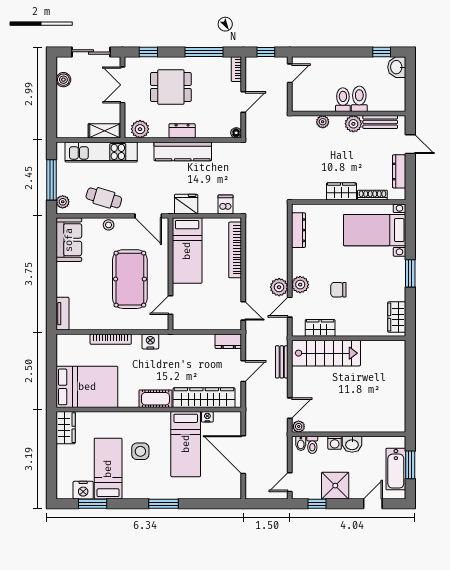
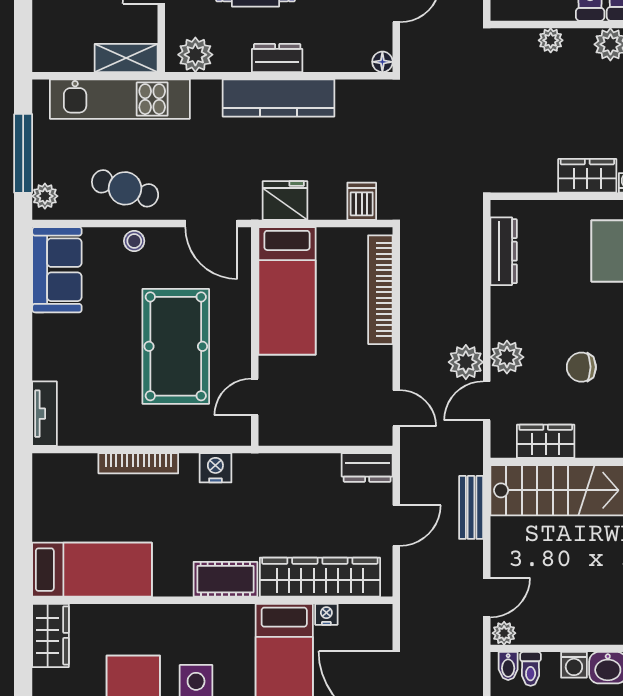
bed: (87, 387) -> (92, 570), width x0.67

